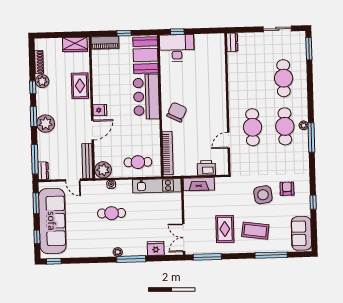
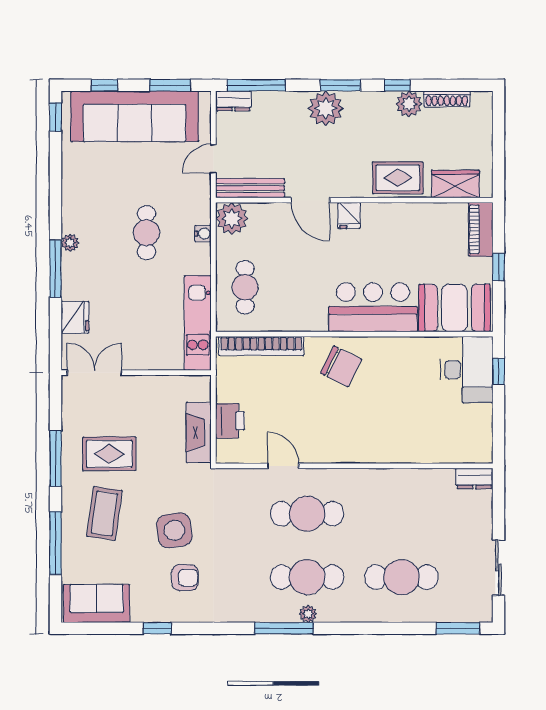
wardrobe: (75, 44) -> (455, 184), moved, turned 90
fireplace: (199, 184) -> (199, 433), moved
window: (207, 257) -> (56, 458), moved

